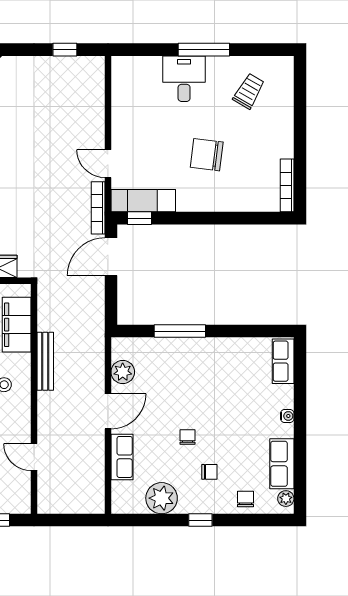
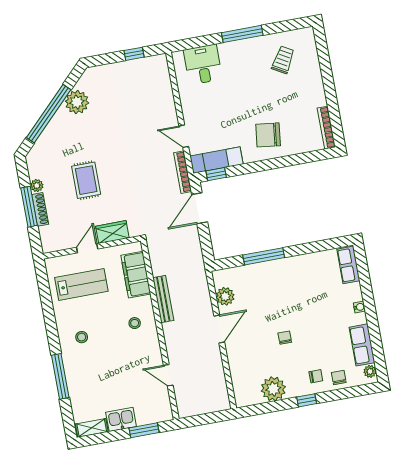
desk: (184, 79) -> (203, 65), moved
chair: (207, 155) -> (268, 135), moved
row of seats: (122, 457) -> (237, 362), removed
chair: (209, 472) -> (316, 376), moved

